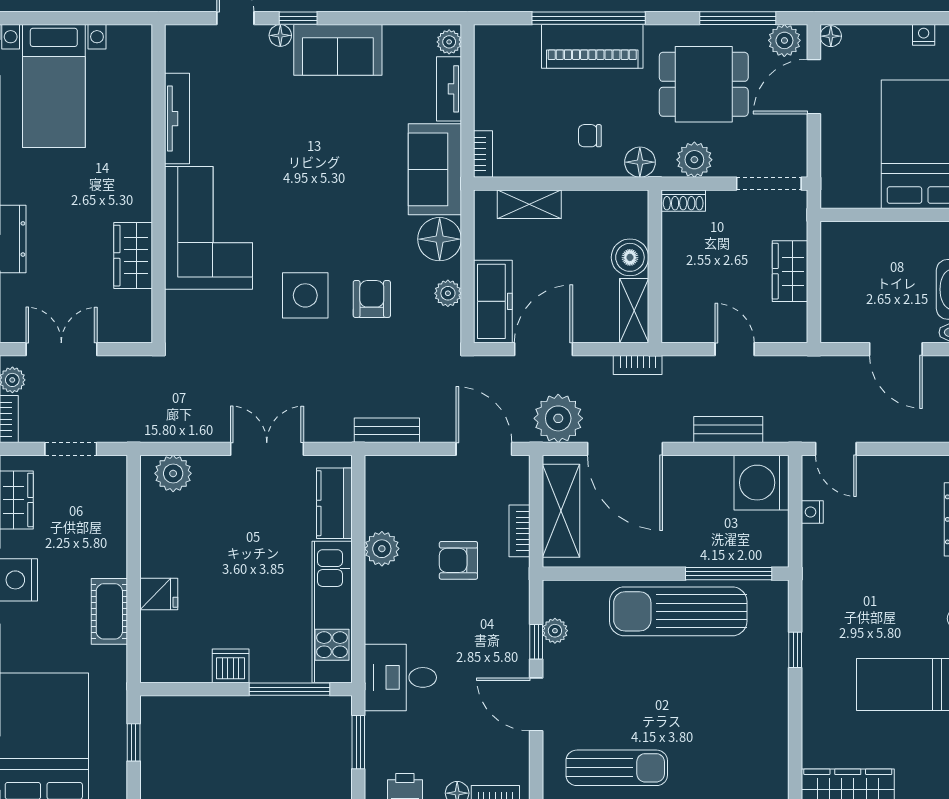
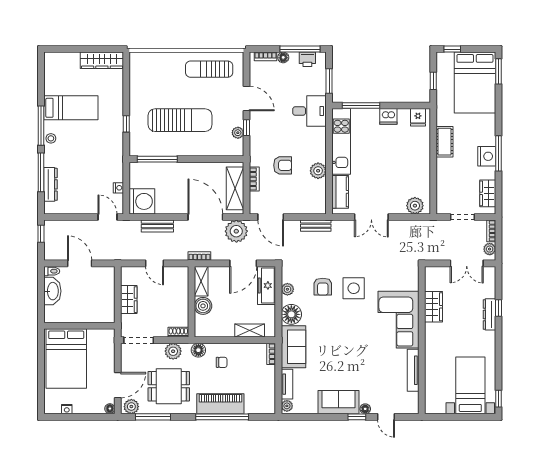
fridge: (159, 594) -> (418, 117), moved, turned -90
sun lounger: (678, 611) -> (180, 120), moved

